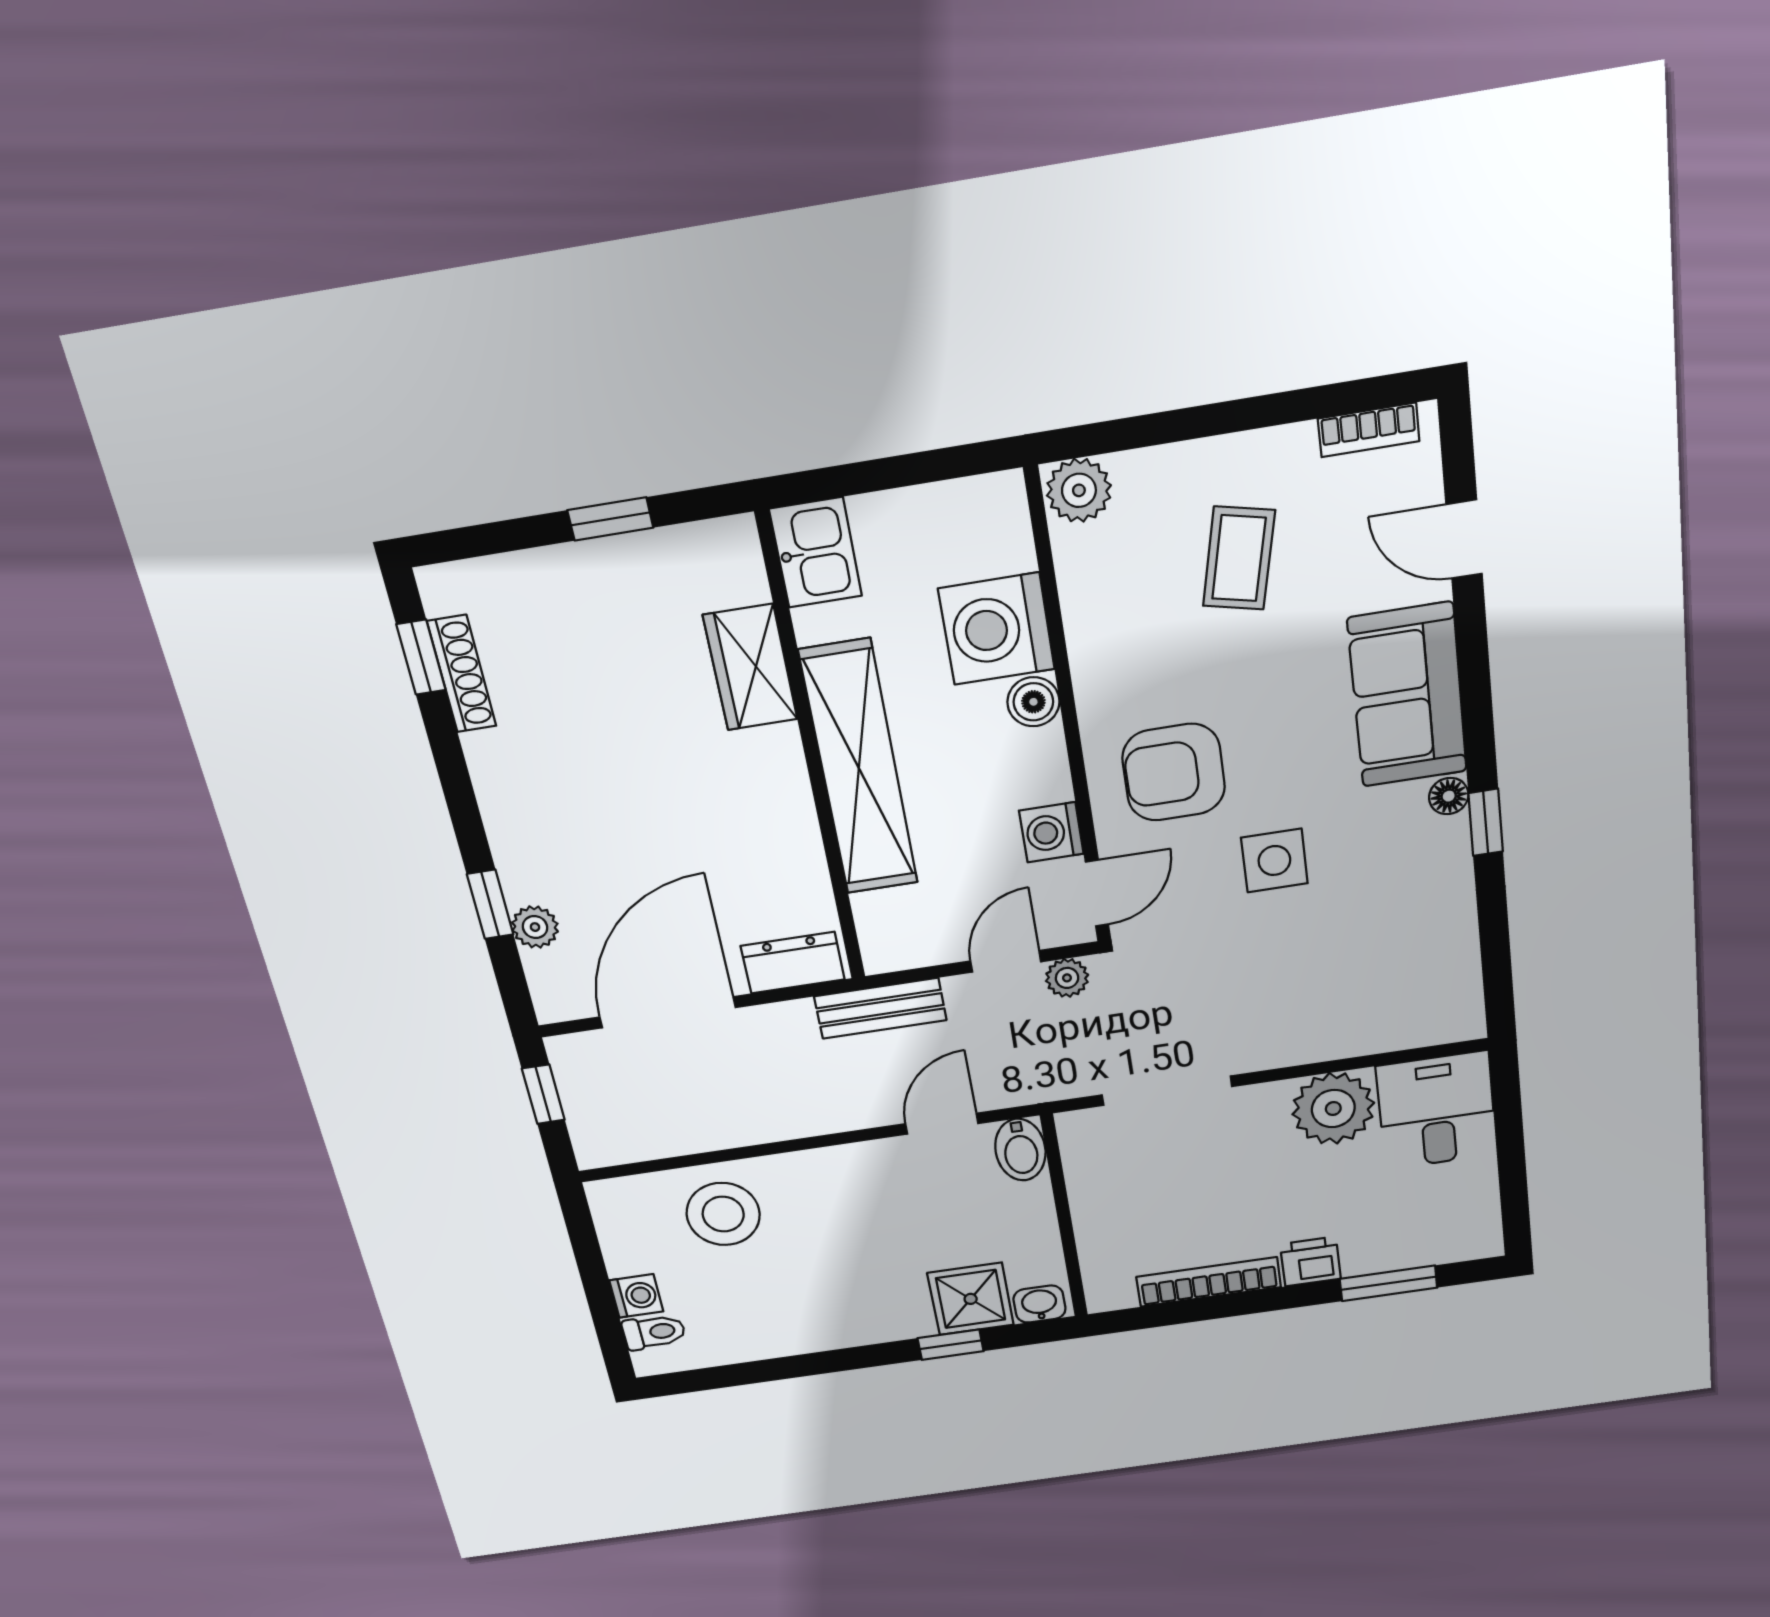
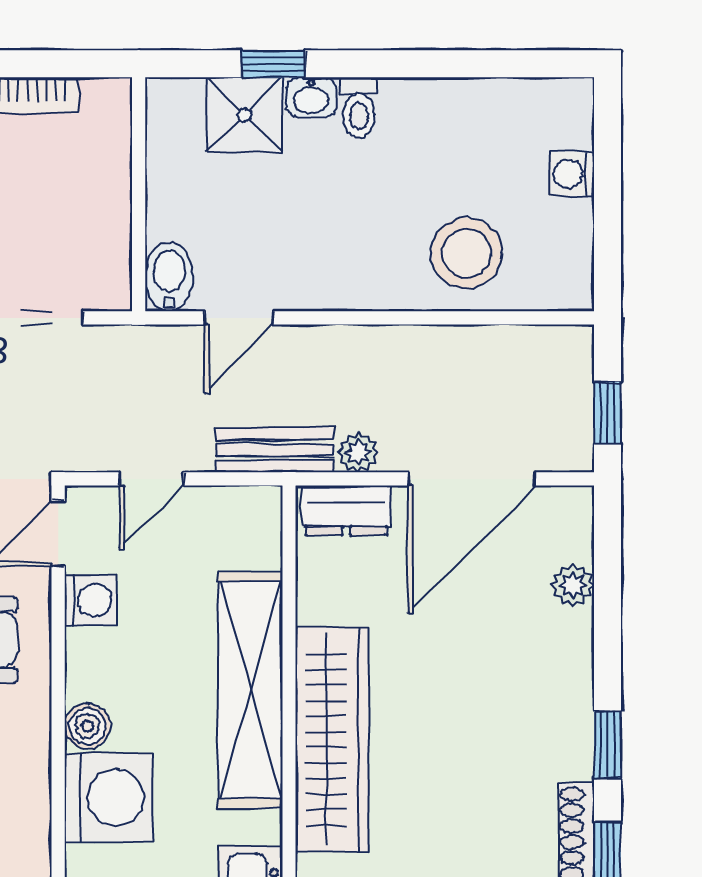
wardrobe: (750, 667) -> (332, 739), width x2.10, depth x1.17
window: (490, 904) -> (607, 745), moved
plant: (1067, 978) -> (358, 452), moved
washbasin: (1039, 1304) -> (311, 97), moved
toilet: (654, 1332) -> (359, 107), moved, turned -90

